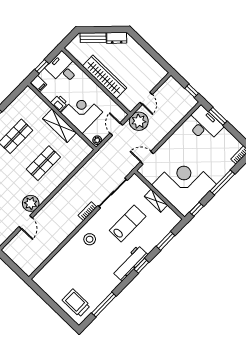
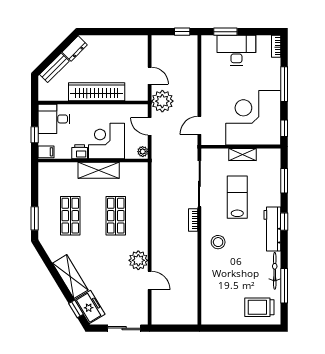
desk: (204, 124) -> (236, 50), moved
bicycle: (107, 290) -> (275, 271), added

